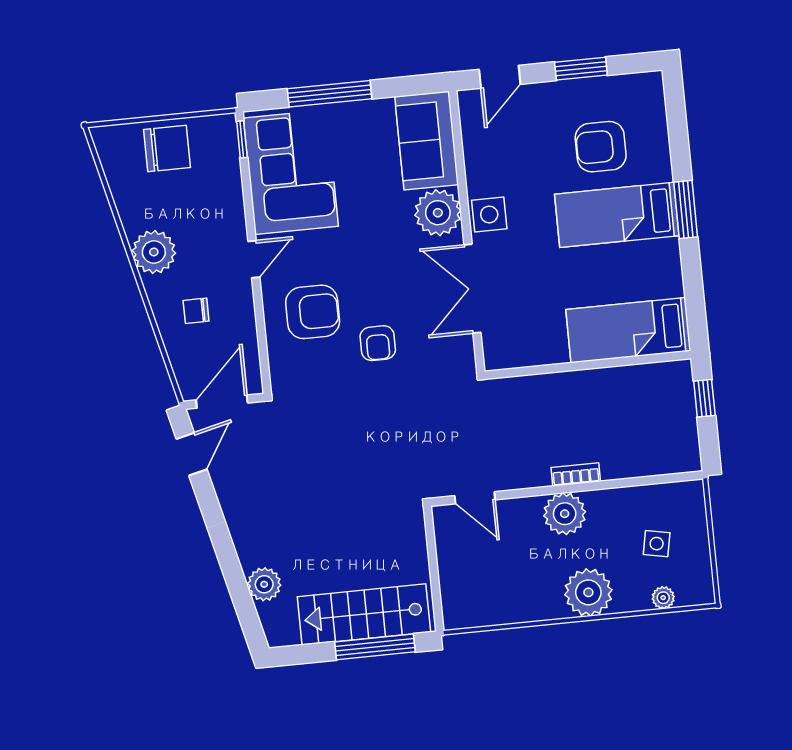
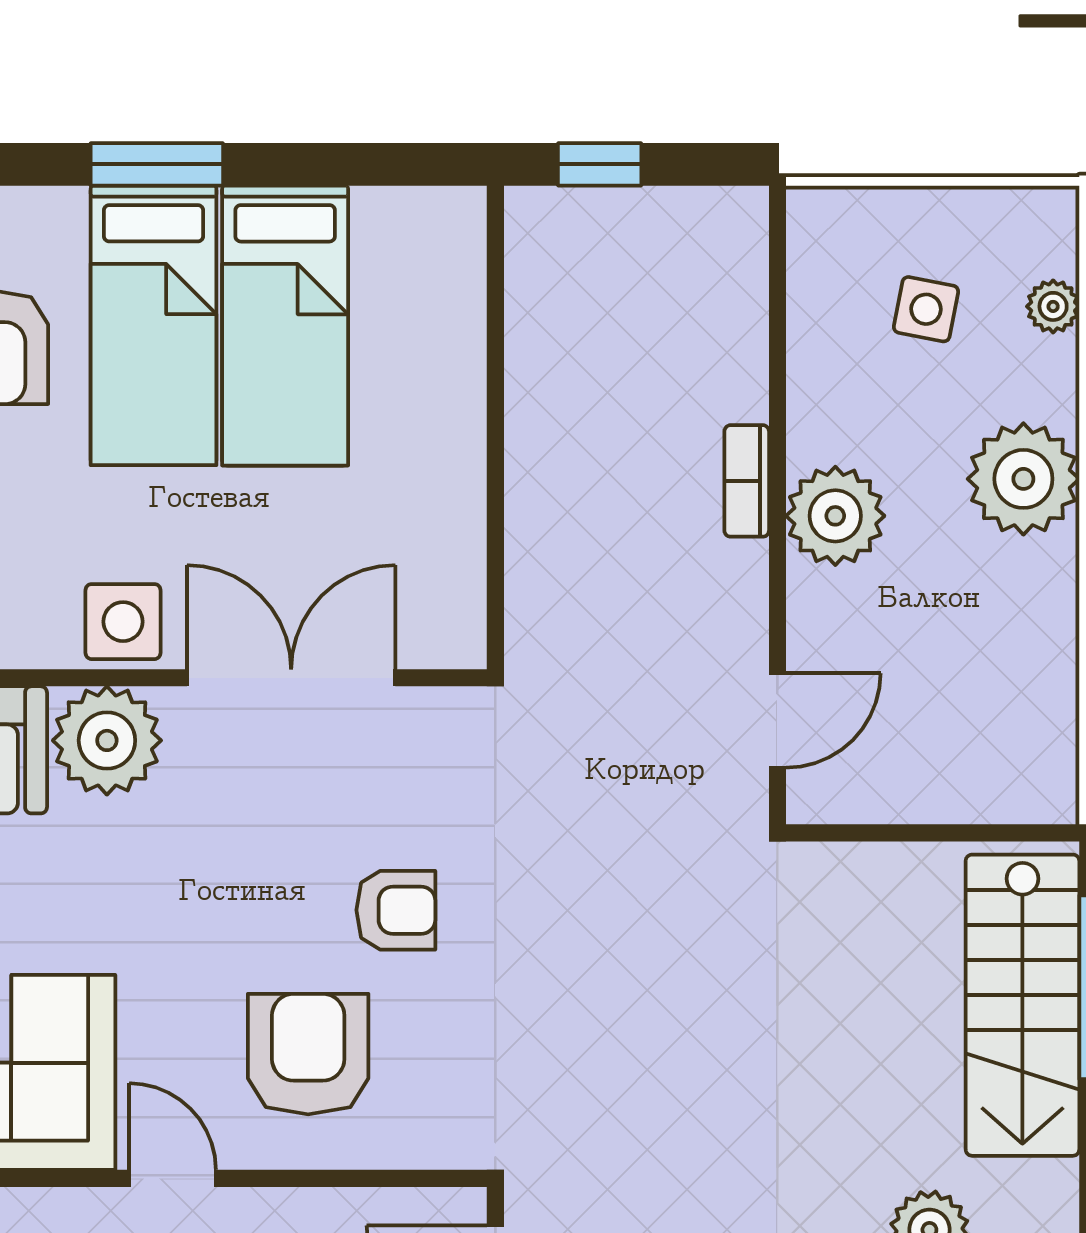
double door: (472, 289) -> (291, 678), swing flipped
bed: (628, 330) -> (285, 326), moved

